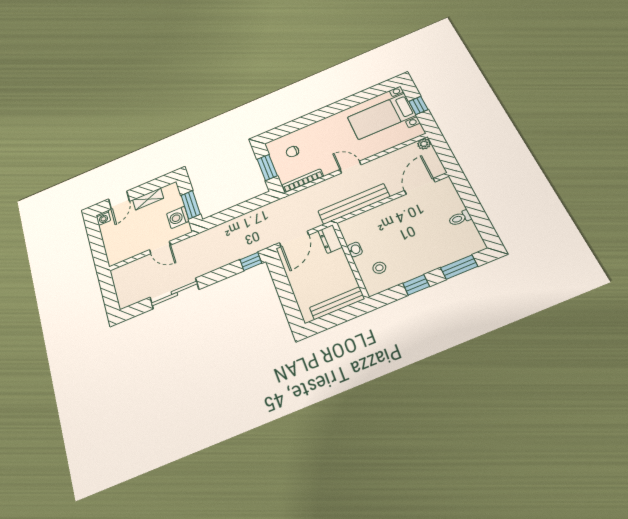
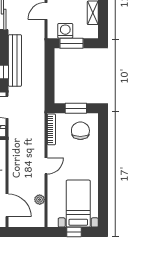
plant: (424, 144) -> (40, 200), moved
chair: (292, 152) -> (80, 131), width x1.87, depth x1.87
bench: (354, 204) -> (15, 60), moved

